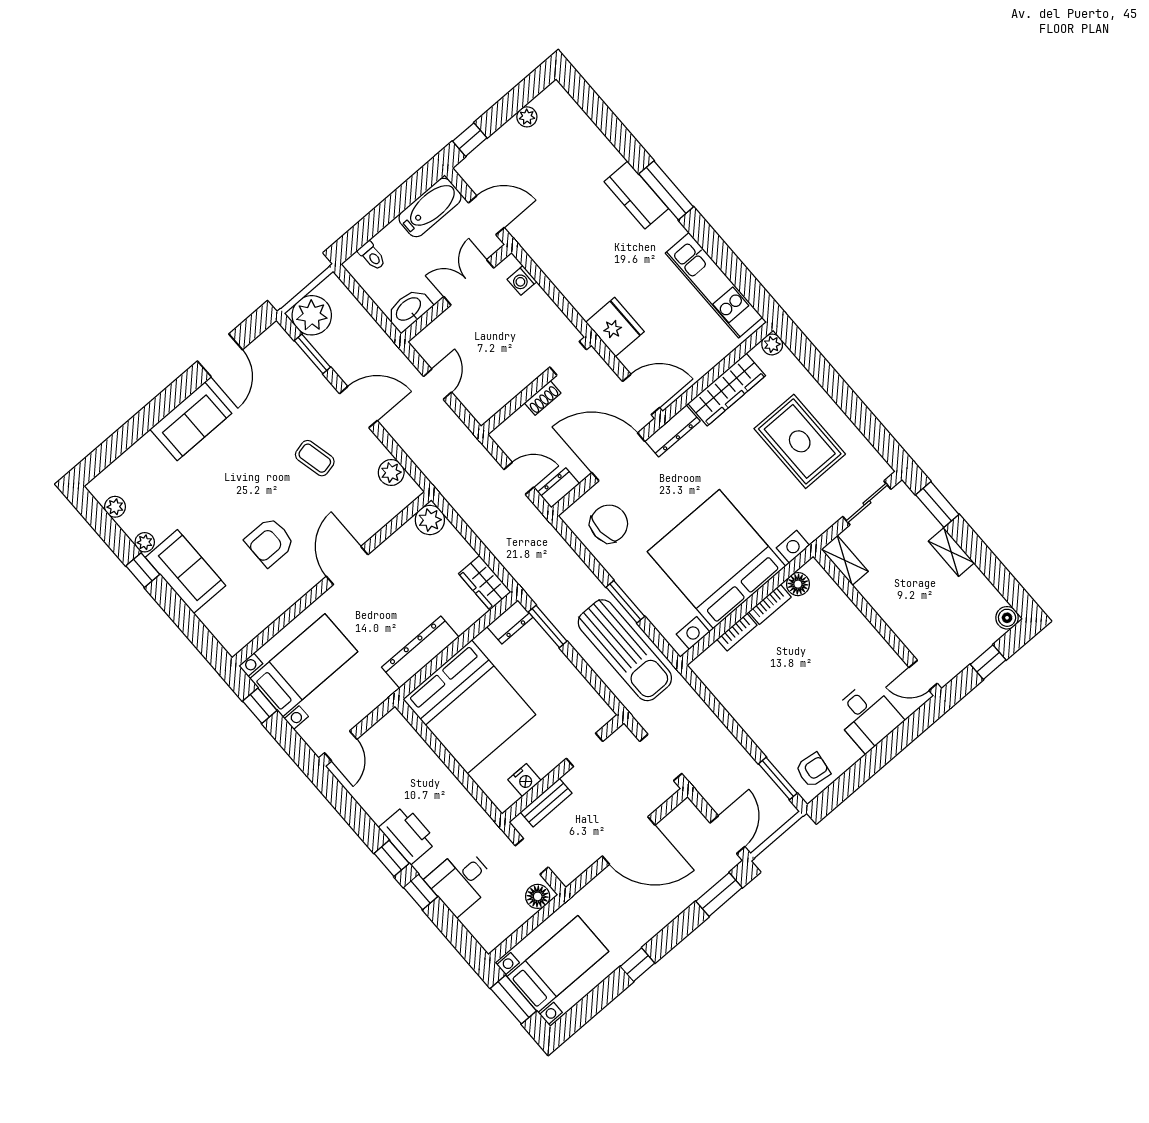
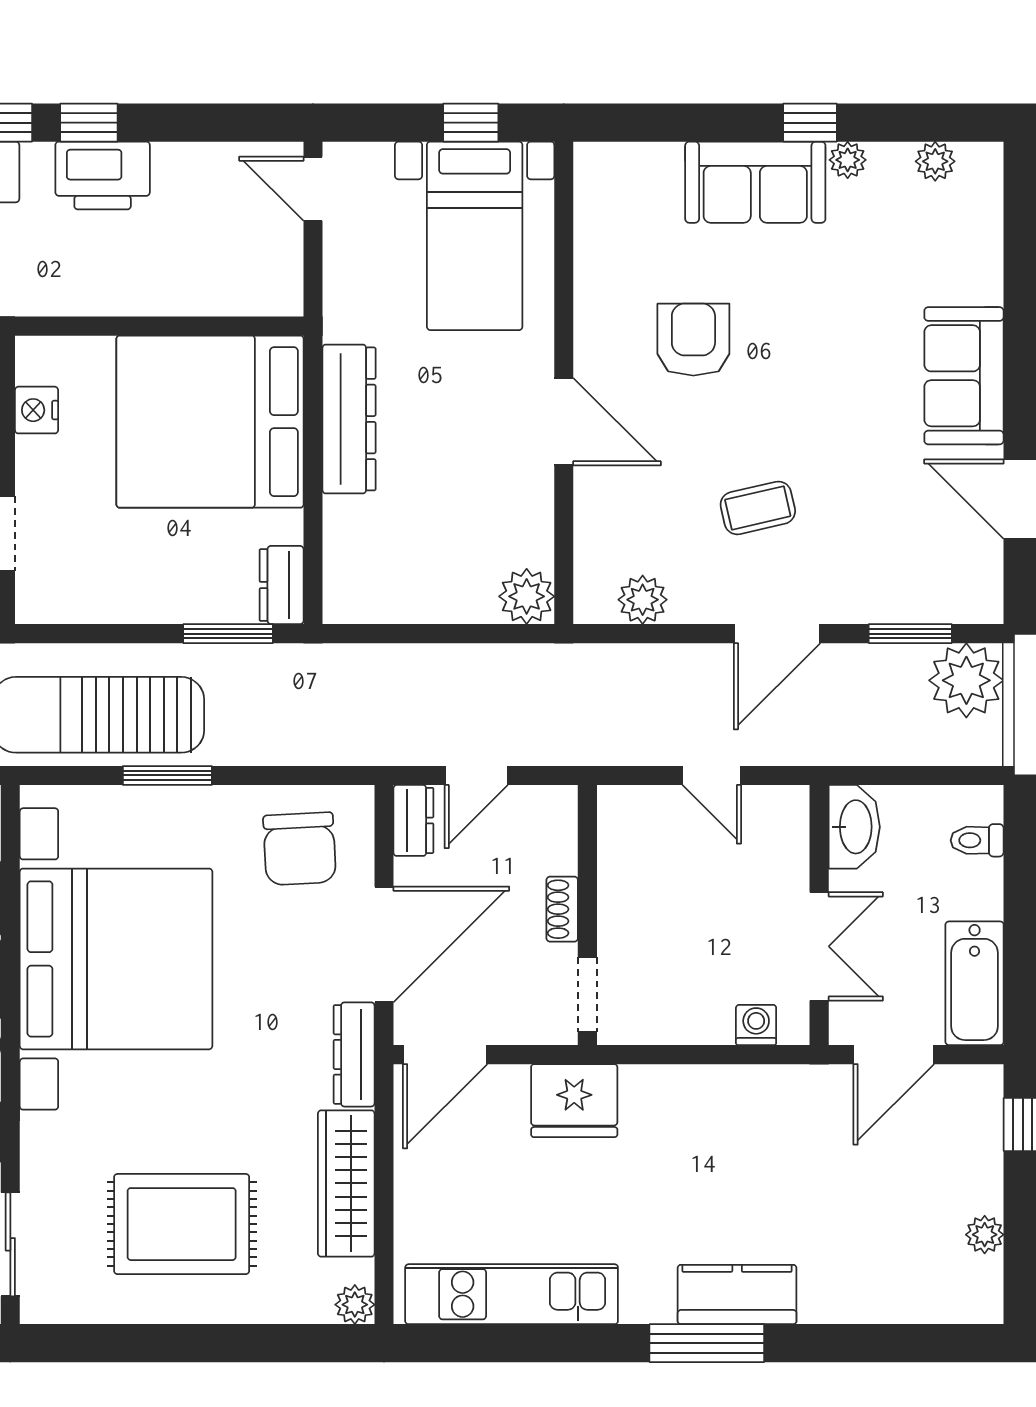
wardrobe: (485, 583) -> (368, 597), removed

